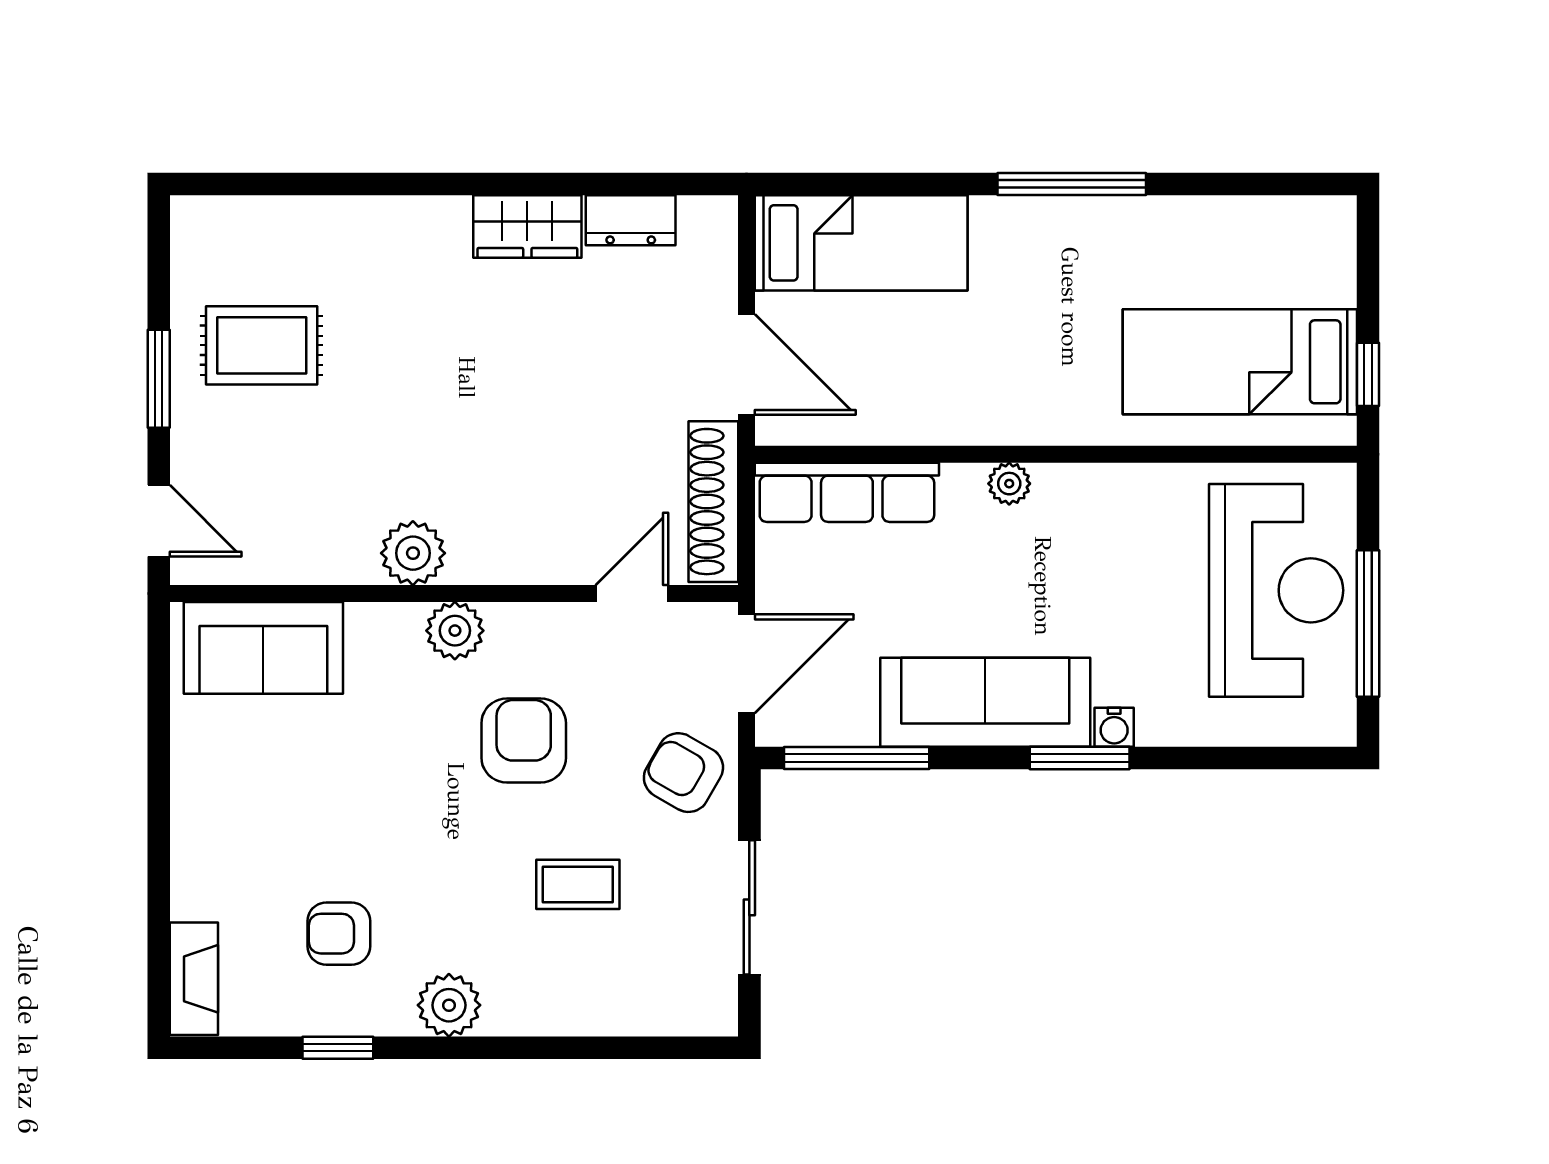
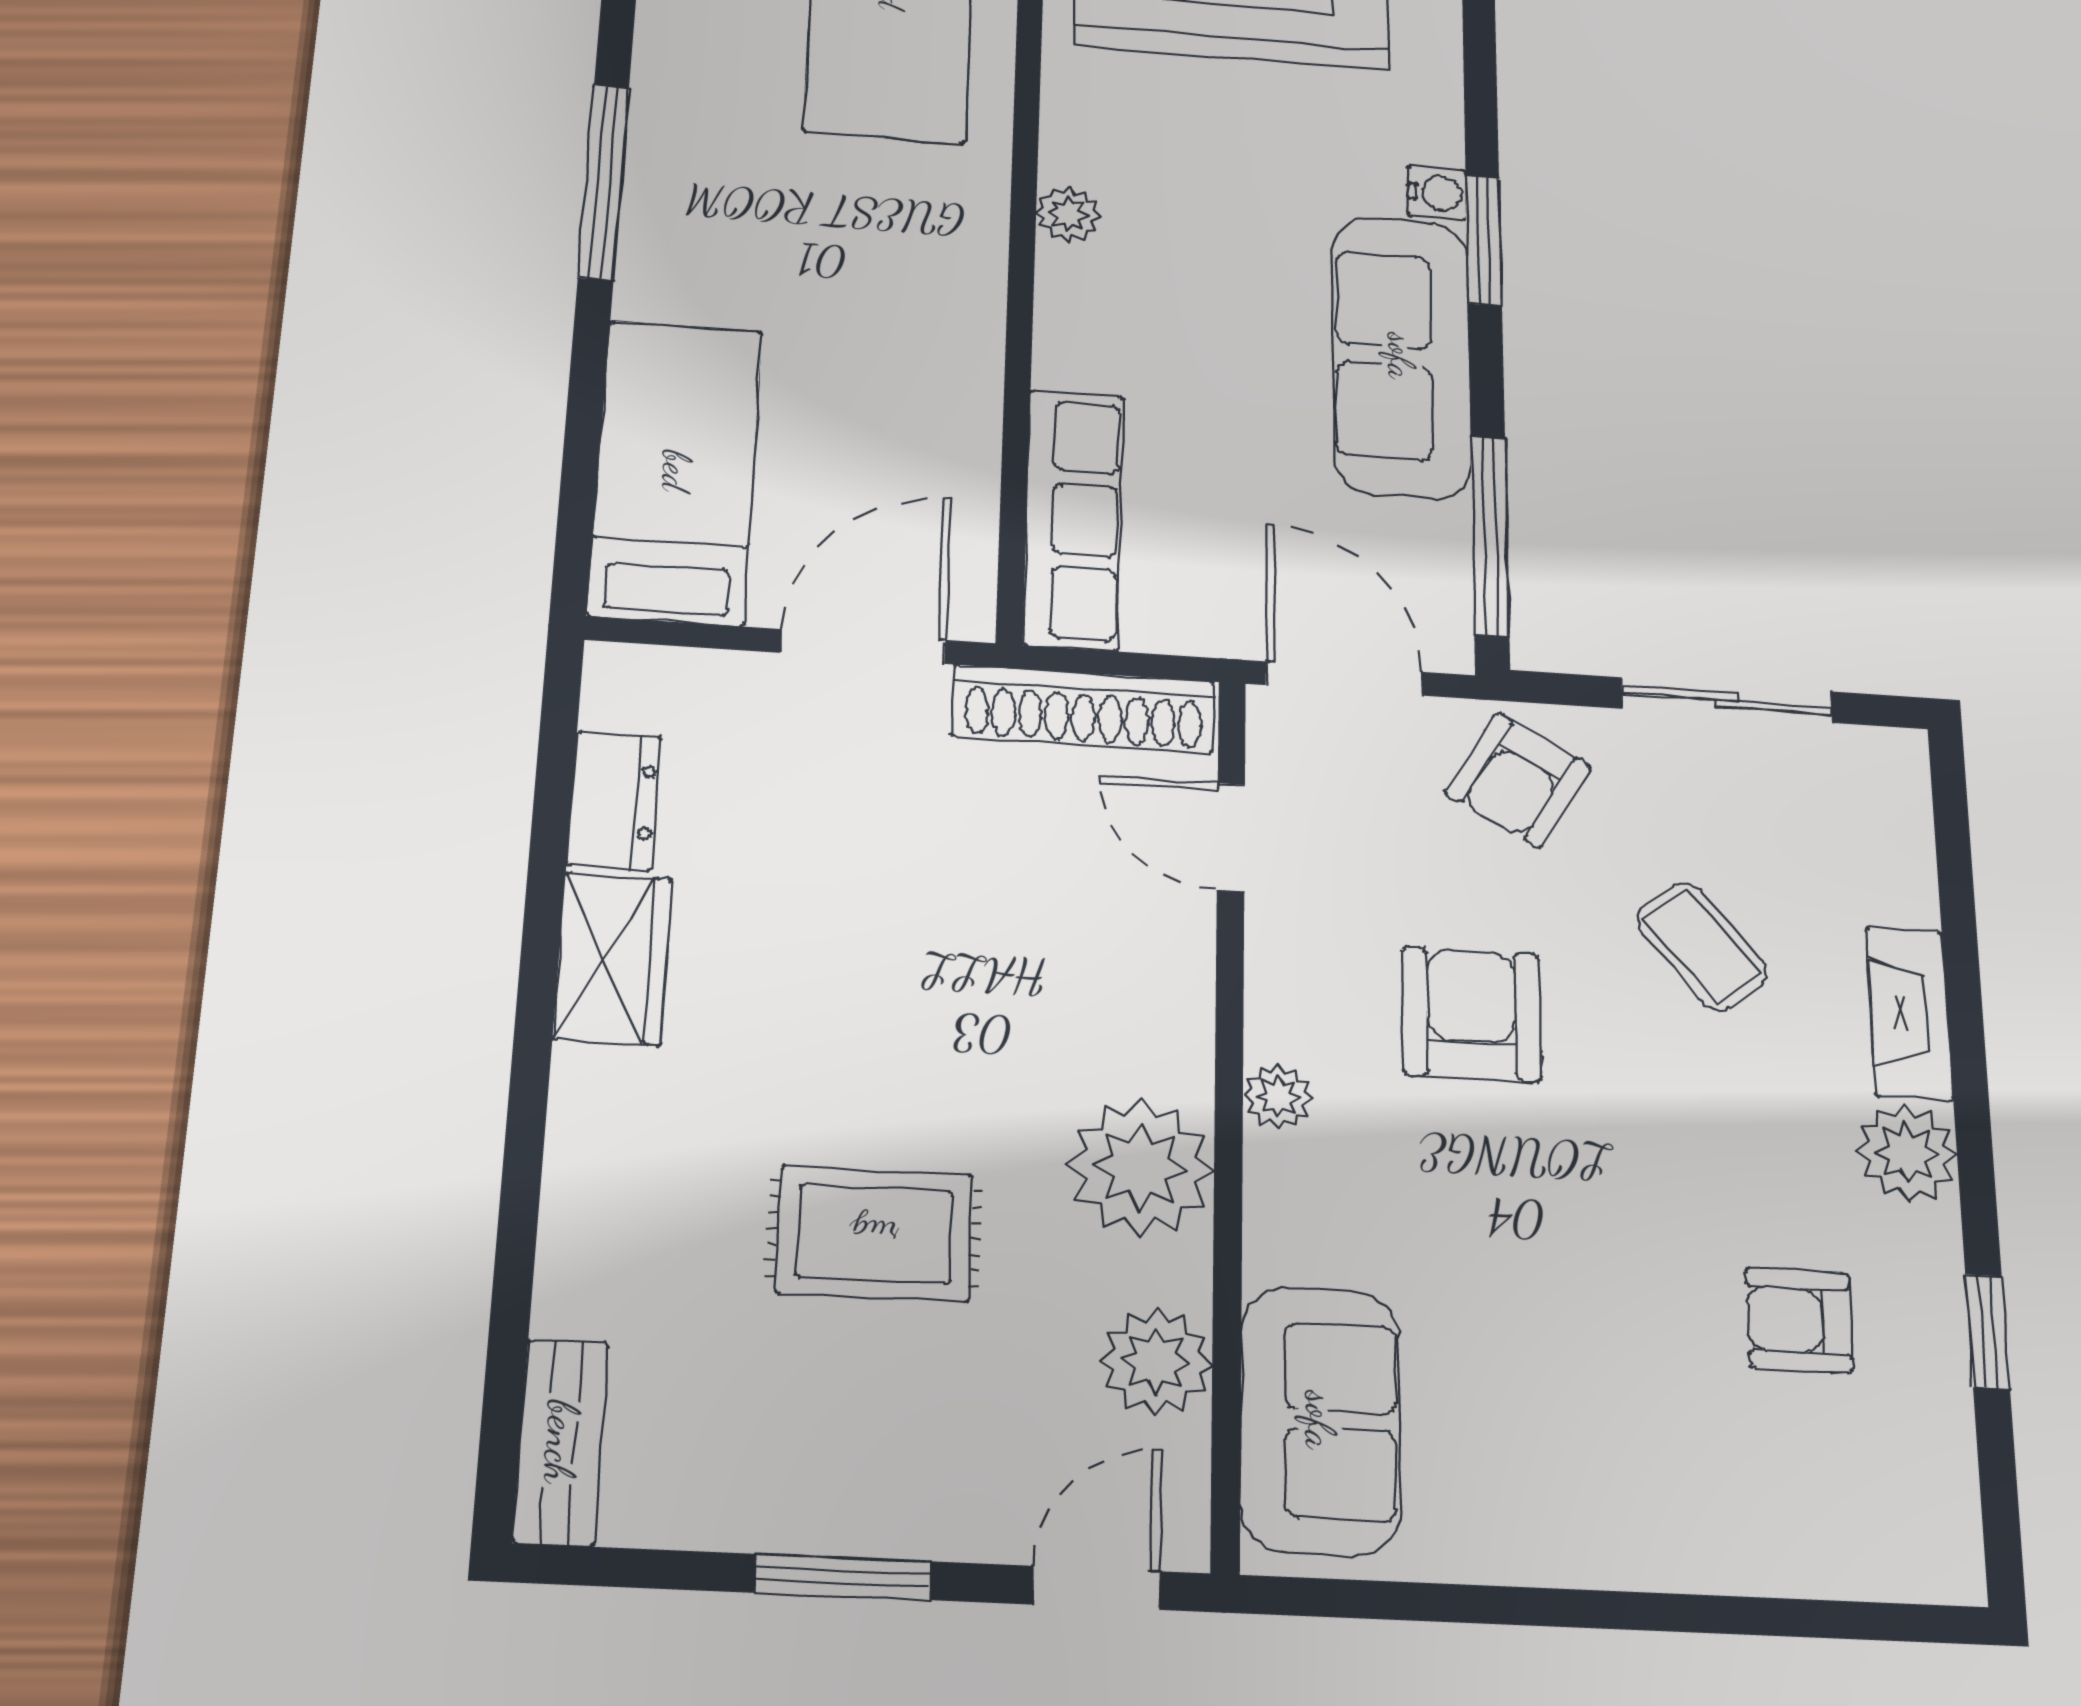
bench: (229, 218) -> (561, 1442), added
rug: (262, 345) -> (874, 1234), moved, turned 90
plant: (1009, 484) -> (1068, 214), moved
plant: (294, 552) -> (1156, 1361), added
plant: (413, 553) -> (1140, 1167), width x1.36, depth x1.36
plant: (455, 631) -> (1278, 1097), width x0.73, depth x0.73
armchair: (524, 740) -> (1471, 1014), turned 90
coffee table: (578, 884) -> (1702, 946), turned -39
armchair: (339, 934) -> (1799, 1320), turned 90
fireplace: (194, 979) -> (1909, 1013), moved, turned -90

